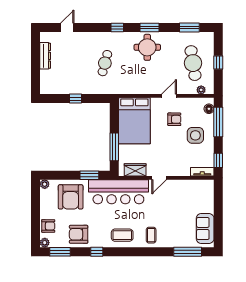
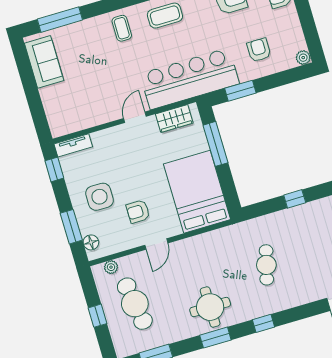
window: (218, 122) -> (71, 227), width x0.69
armchair: (71, 197) -> (259, 50), width x0.53, depth x0.53

